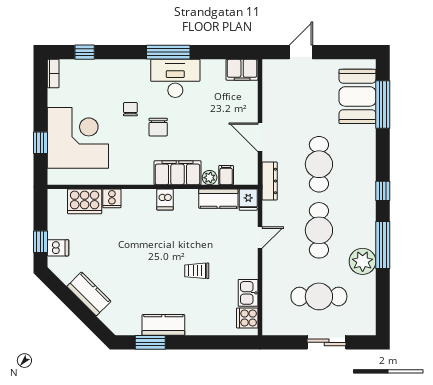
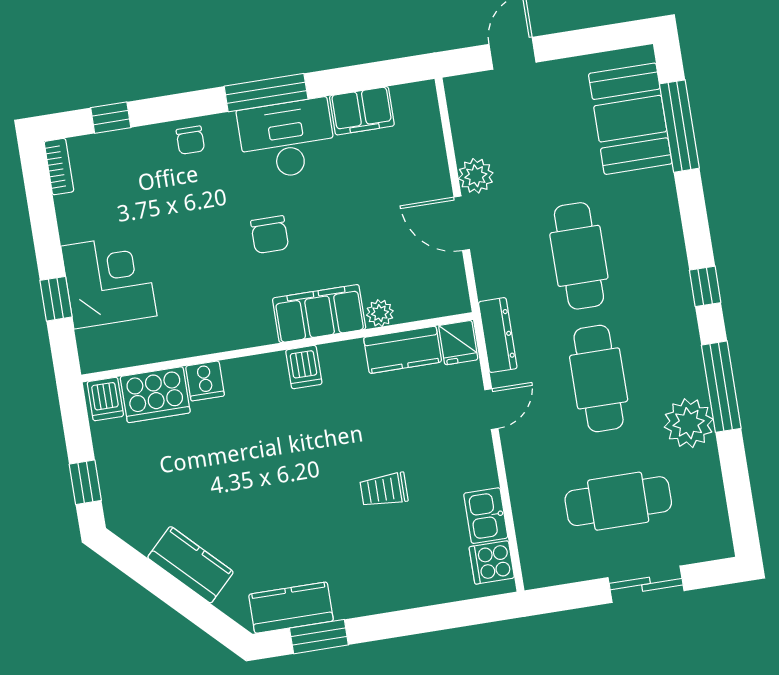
filing cabinet: (242, 70) -> (362, 111), moved
chair: (130, 109) -> (190, 140), moved, turned 180
plant: (272, 113) -> (476, 176), added
corner desk: (78, 138) -> (109, 281), width x0.74, depth x0.74
filing cabinet: (226, 175) -> (410, 304), removed
dresser: (270, 181) -> (498, 335), moved
dishwasher: (58, 248) -> (105, 399), moved, turned 90
kitchen counter: (163, 325) -> (291, 608), moved

